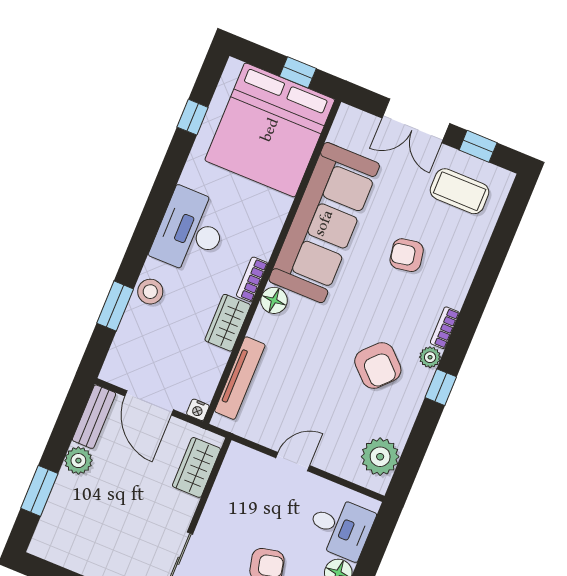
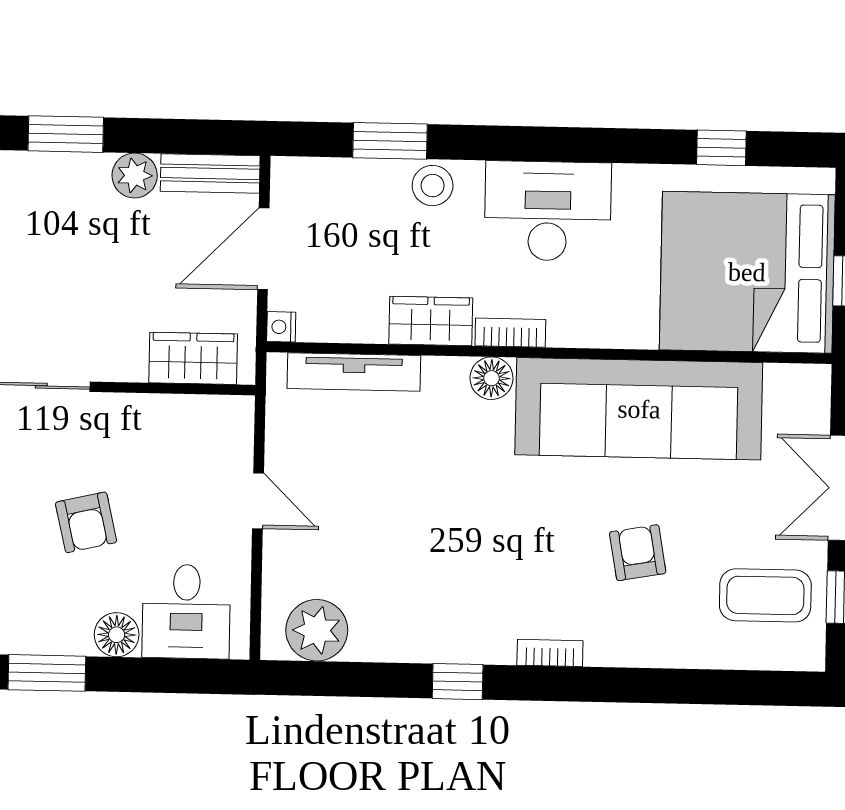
coffee table: (460, 191) -> (765, 595), turned 90
plant: (430, 357) -> (497, 648), removed
armchair: (378, 366) -> (454, 574), removed

